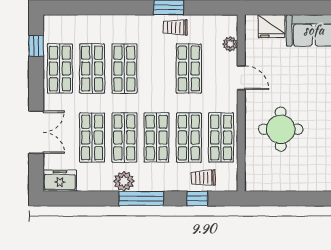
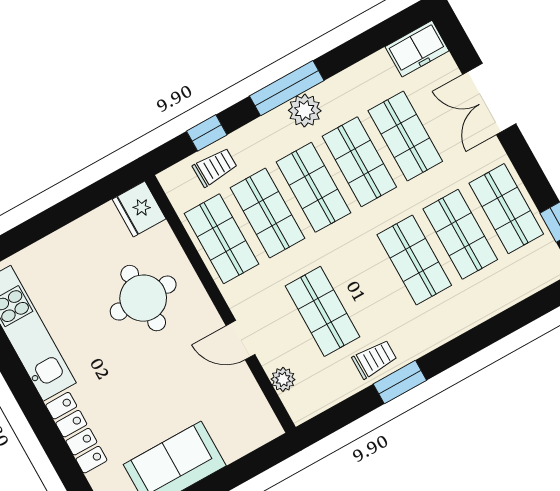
fridge: (272, 26) -> (139, 209), moved, turned -90
plant: (124, 181) -> (305, 111), moved

